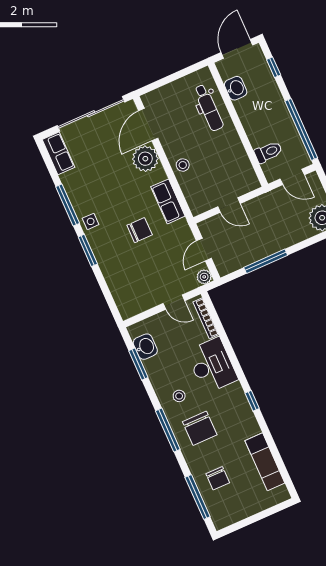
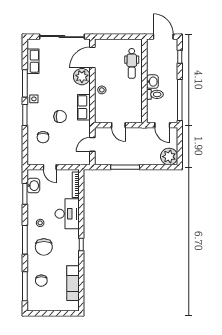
door: (237, 49) -> (163, 37), hinge flipped
washbasin: (236, 88) -> (152, 82), moved
toilet: (268, 152) -> (155, 94), moved
row of seats: (59, 153) -> (33, 61), moved
chair: (128, 271) -> (43, 137), added
plant: (204, 277) -> (85, 160), removed
door: (174, 302) -> (50, 167), moved

